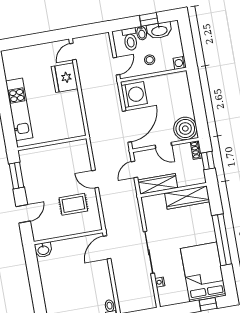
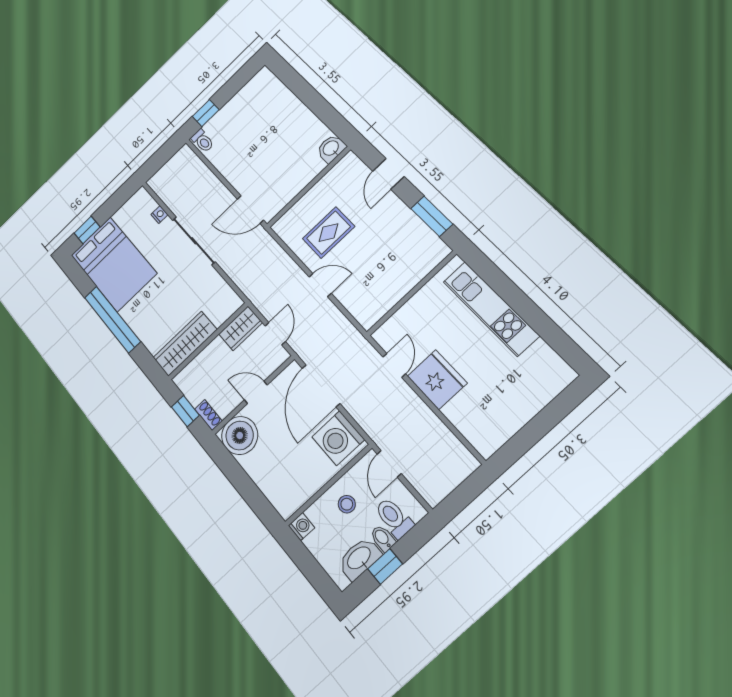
door: (73, 52) -> (394, 365), moved
fridge: (65, 78) -> (437, 380), moved
wardrobe: (158, 184) -> (241, 328), width x0.67
door: (107, 247) -> (250, 210), swing flipped

